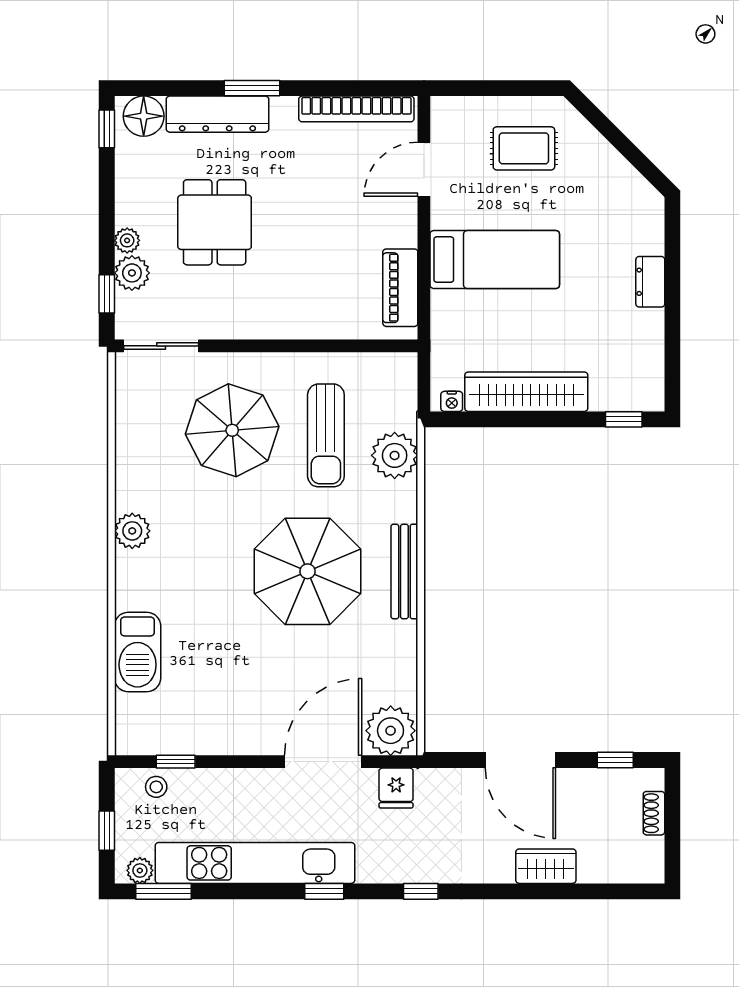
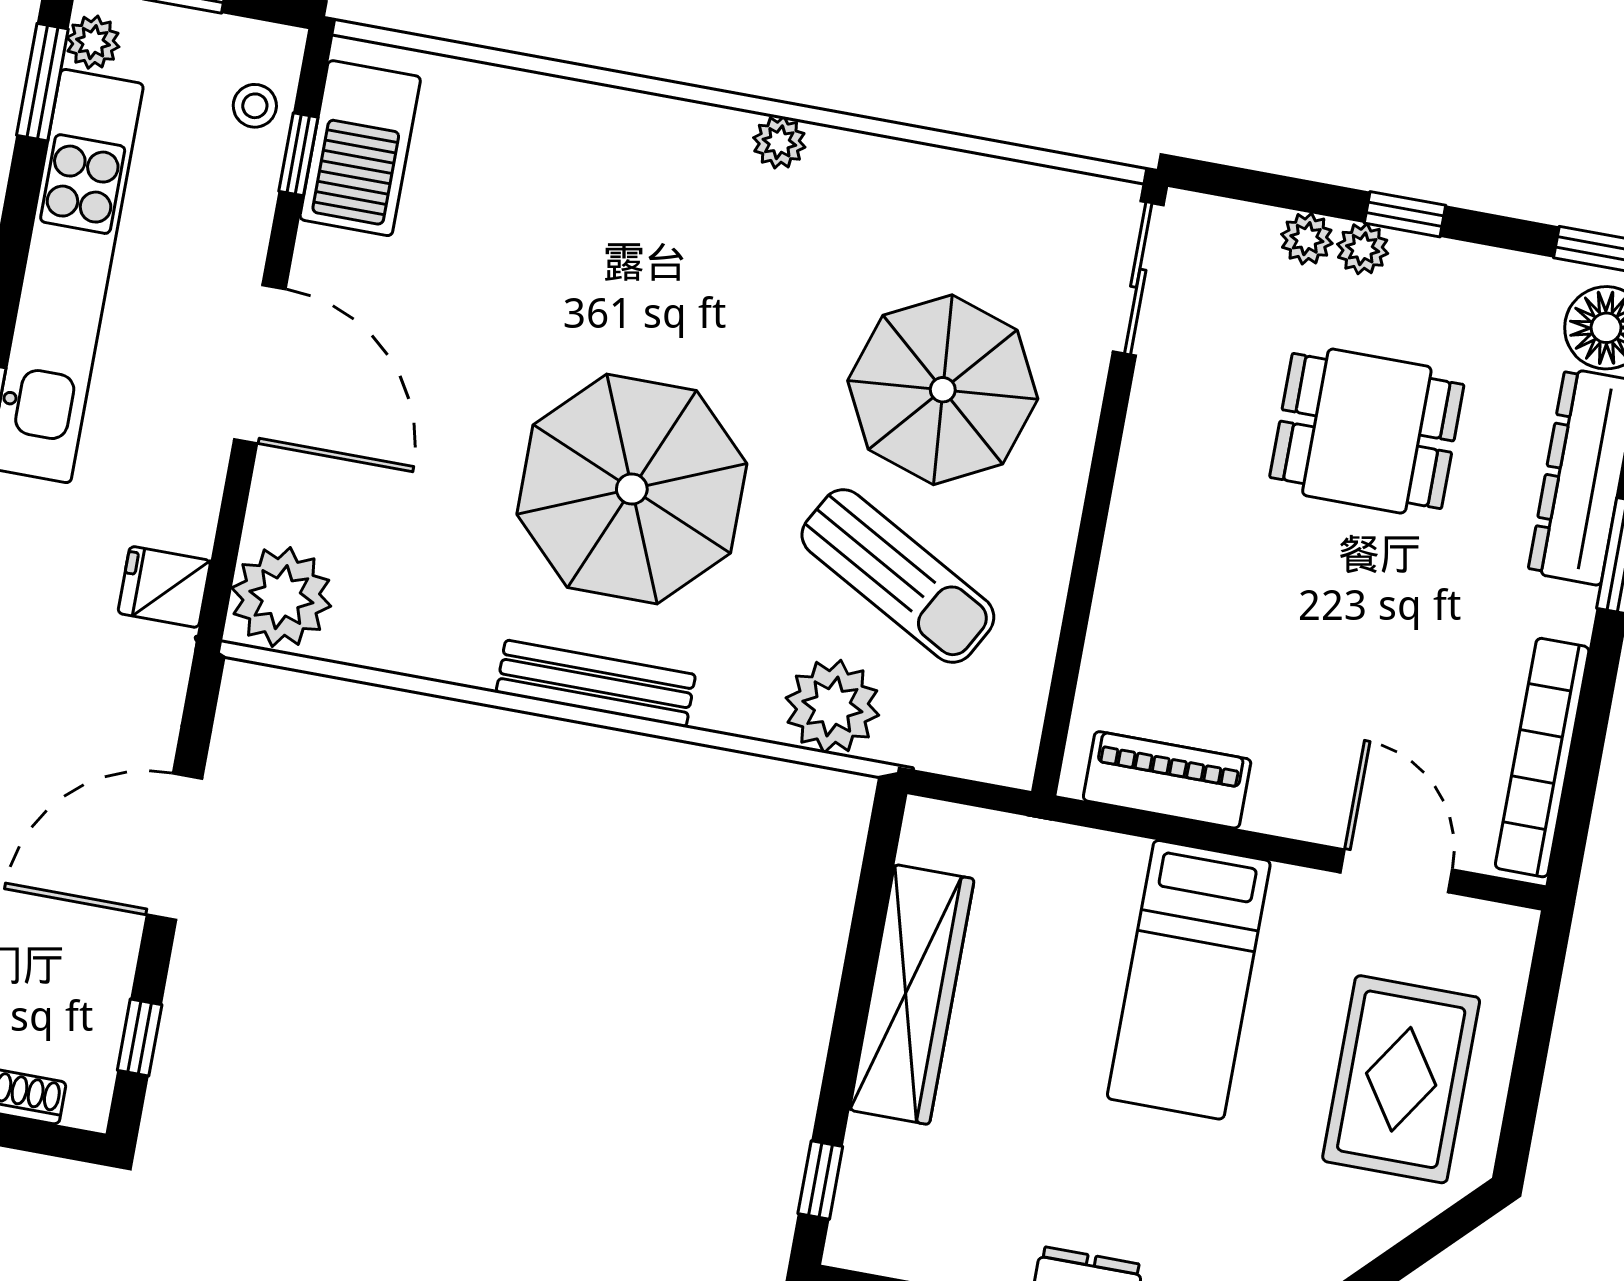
rug: (524, 148) -> (1401, 1079), width x1.36, depth x1.43
plant: (132, 273) -> (1307, 239), width x0.73, depth x0.73
window: (107, 294) -> (1405, 214), moved
nightstand: (452, 401) -> (920, 841), removed
sun lounger: (326, 435) -> (898, 576), turned -151
plant: (132, 531) -> (779, 142), width x0.73, depth x0.73
barbecue: (138, 652) -> (360, 148), moved, turned -90
door: (323, 762) -> (260, 364), moved

